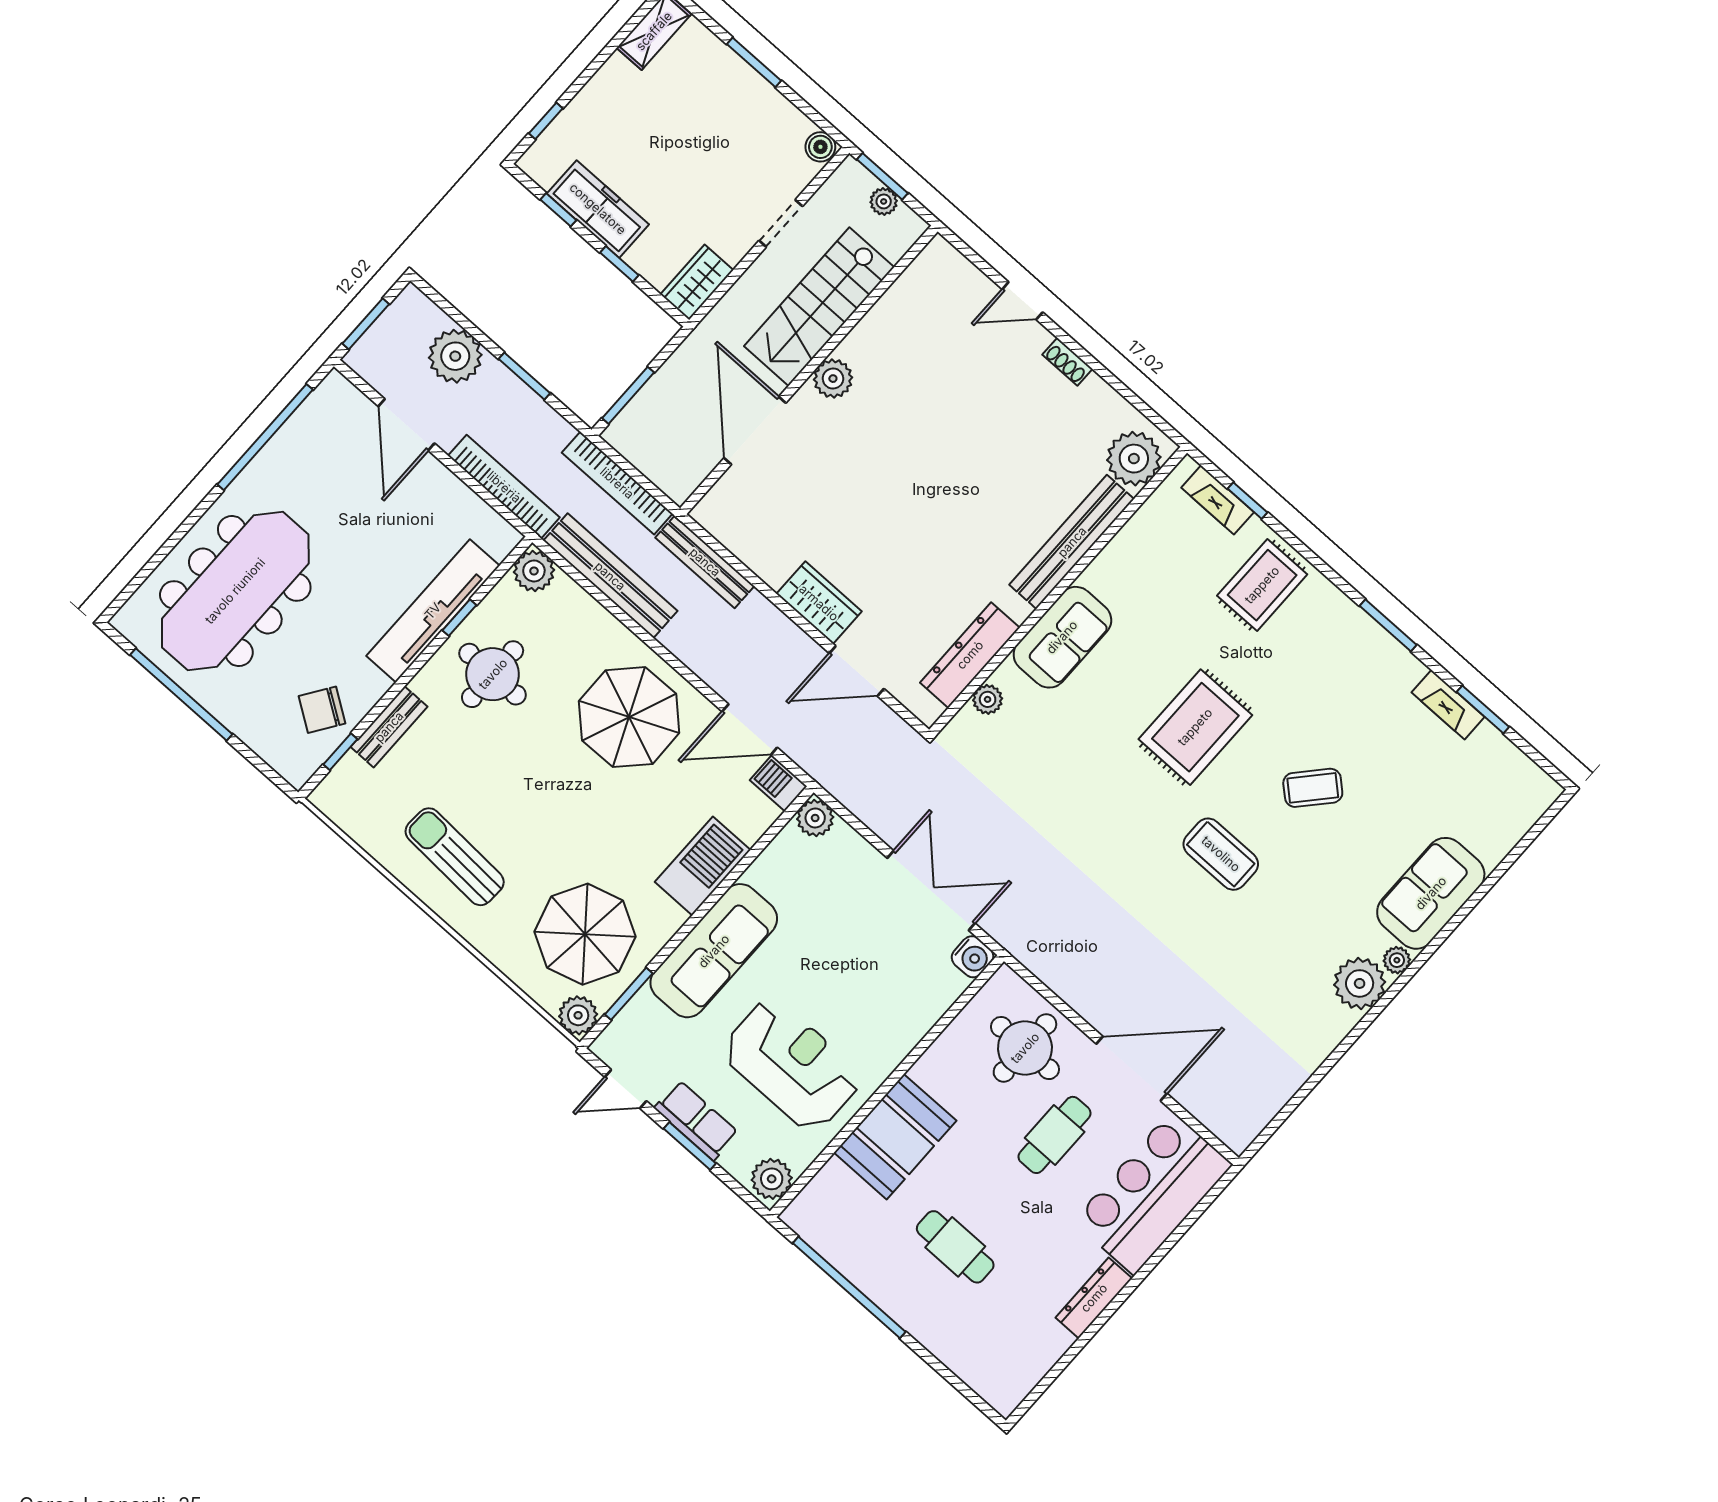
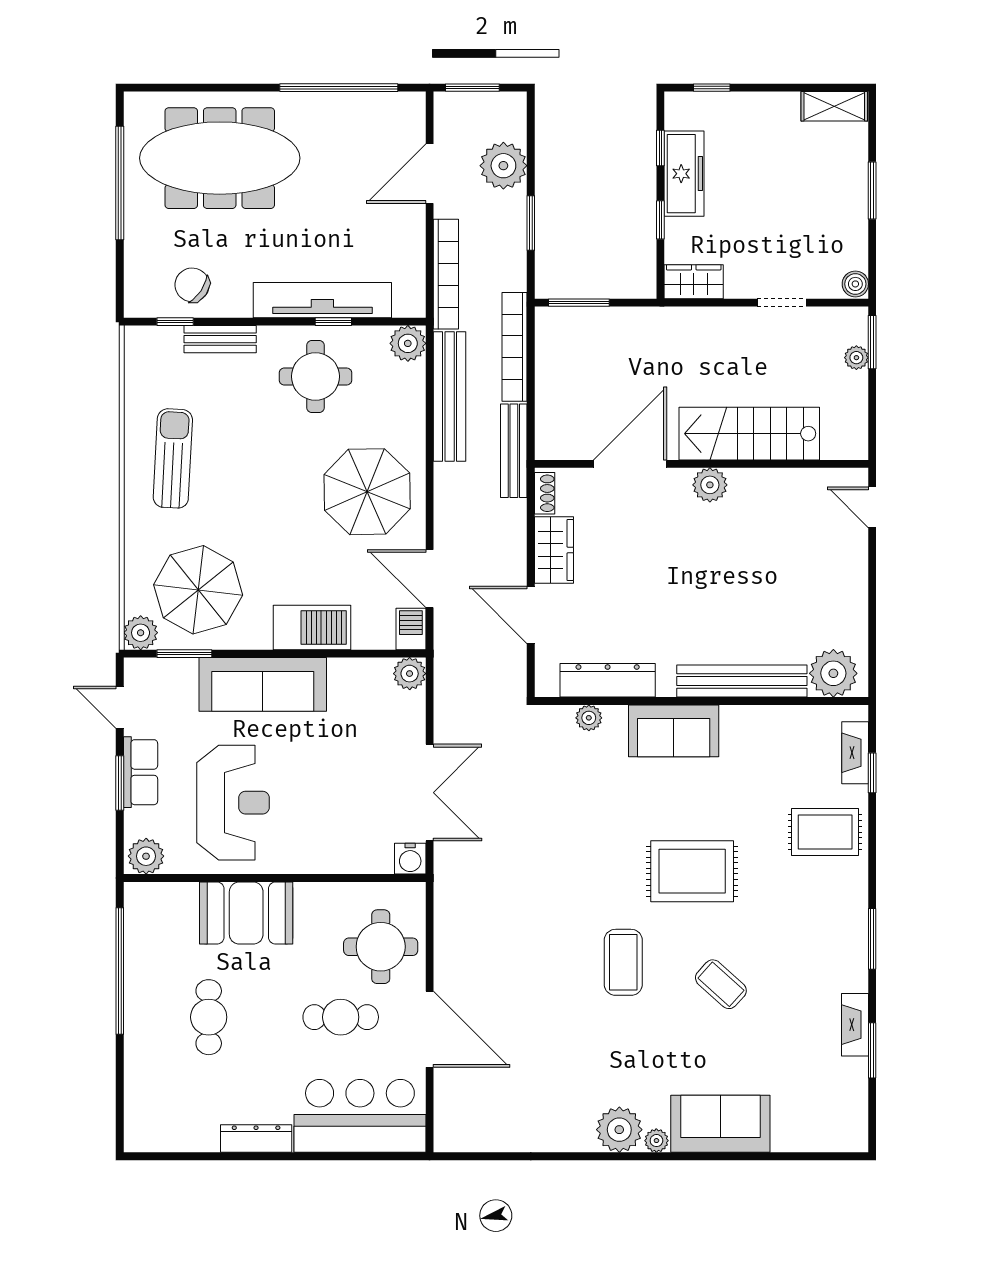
stairs: (819, 307) -> (749, 434), moved
shoe rack: (1067, 362) -> (545, 493), moved, turned 180
wall: (809, 370) -> (701, 464), moved
plant: (833, 379) -> (710, 485), moved
door: (755, 431) -> (630, 464), moved

